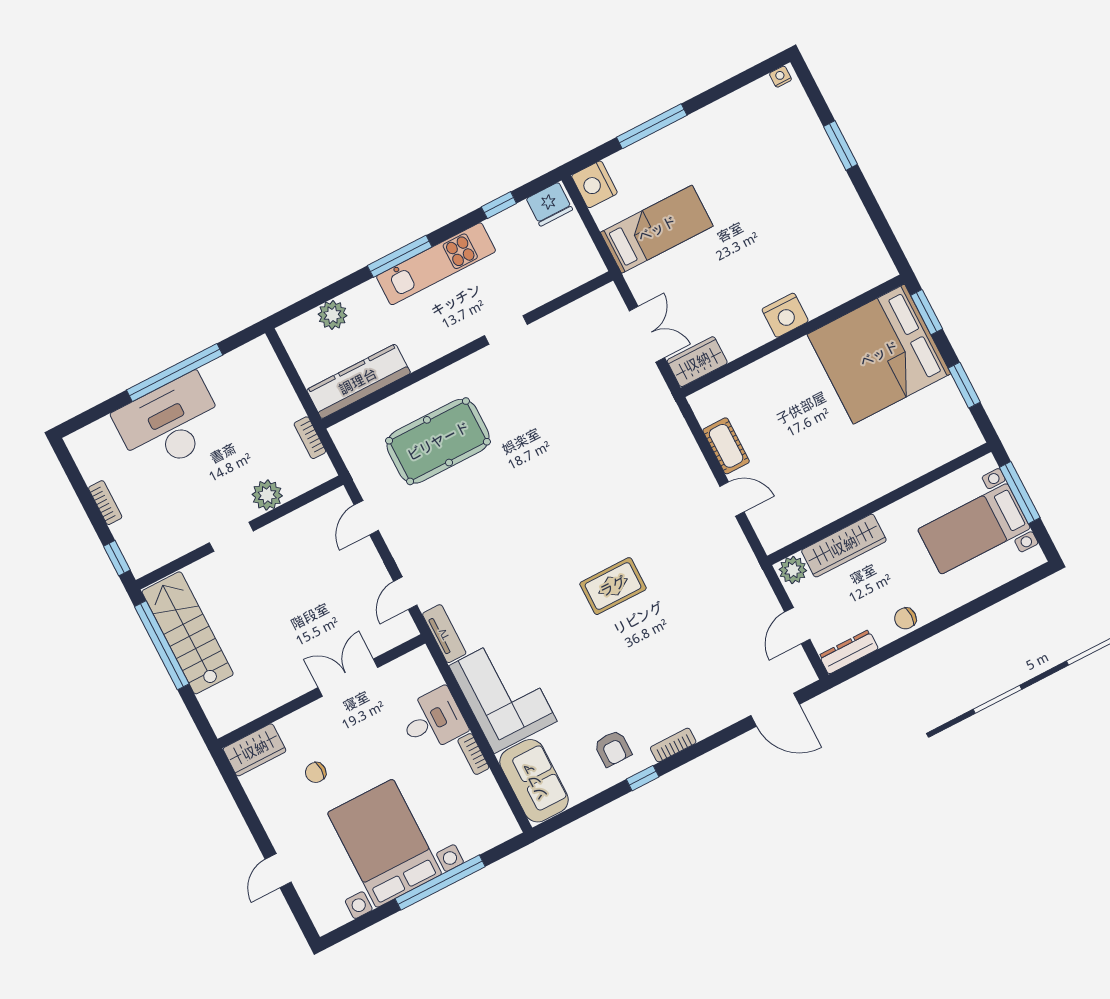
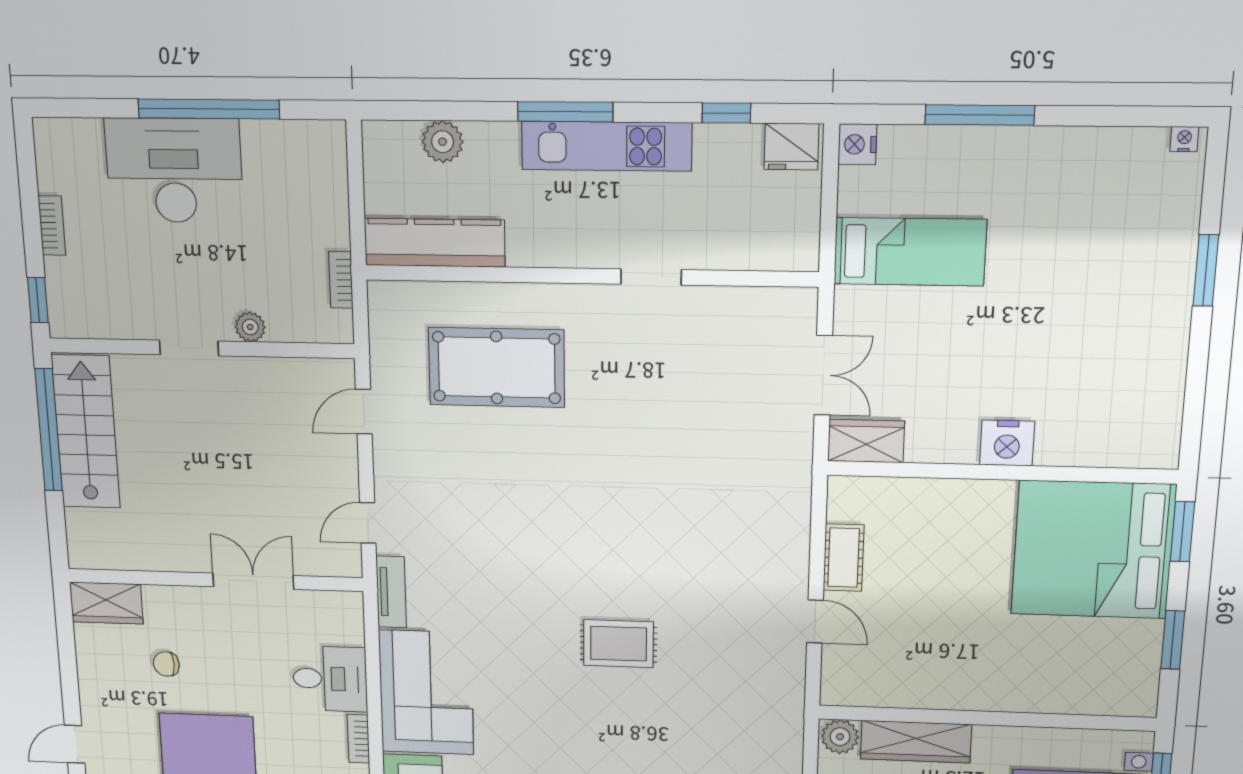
nightstand: (594, 184) -> (857, 144), width x0.74, depth x0.75
plant: (267, 495) -> (250, 327), width x0.73, depth x0.73

